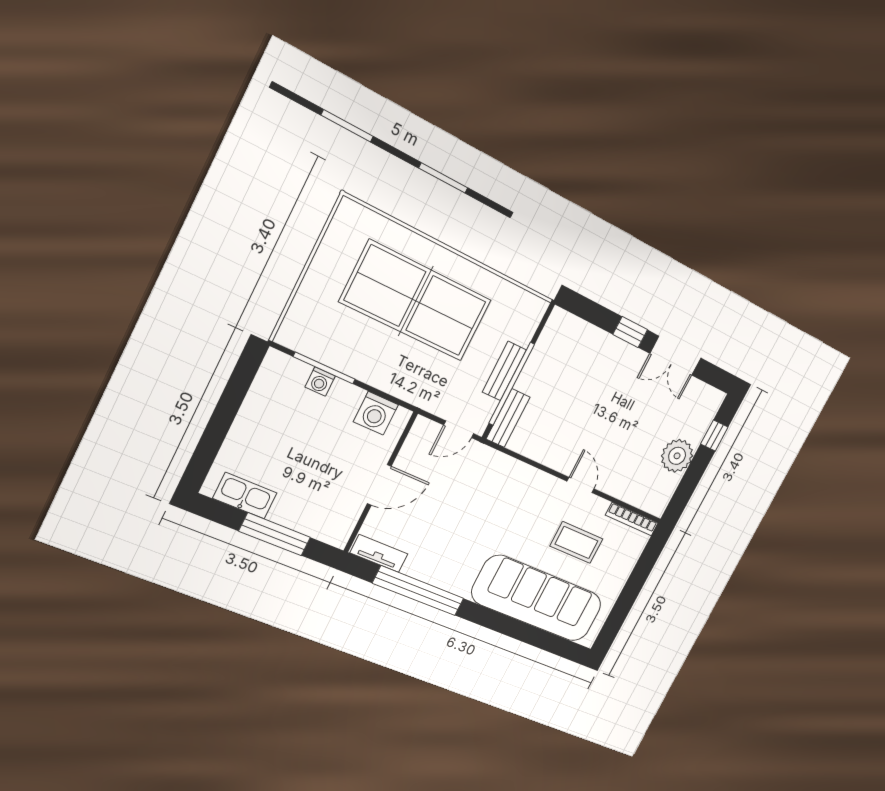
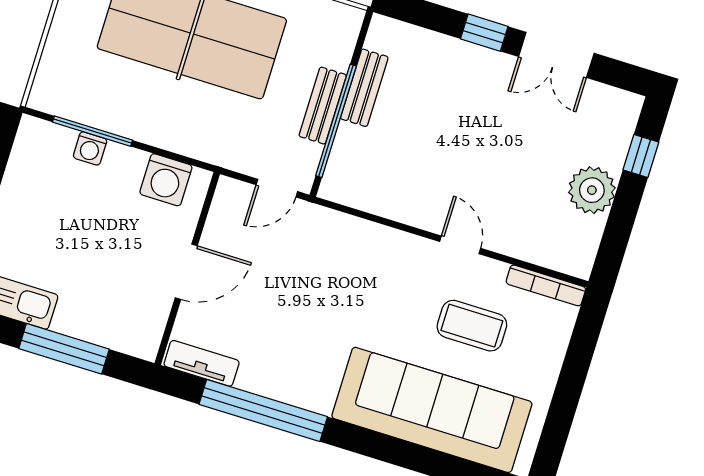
bench: (508, 418) -> (364, 88), moved

